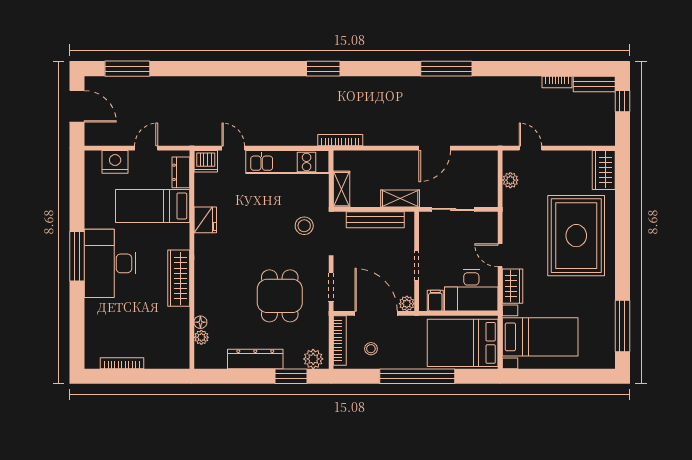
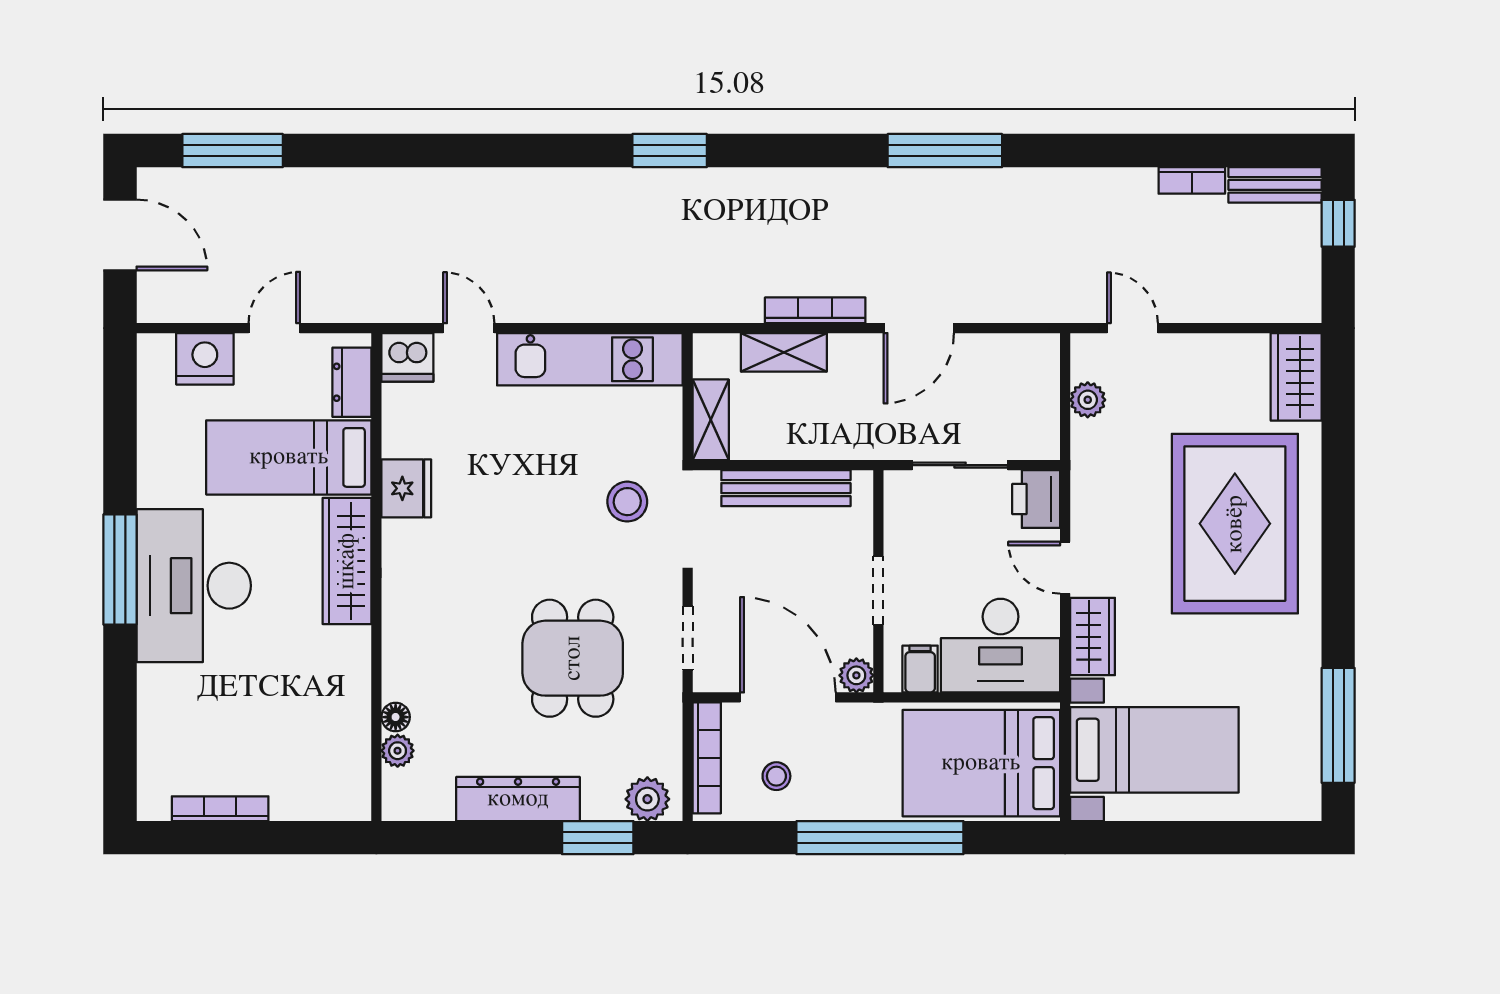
bookcase: (340, 140) -> (815, 310), moved
shelving: (400, 199) -> (784, 352), moved
printer: (487, 225) -> (1036, 499), added
wardrobe: (179, 278) -> (347, 561), moved

